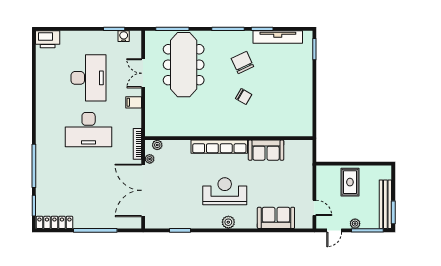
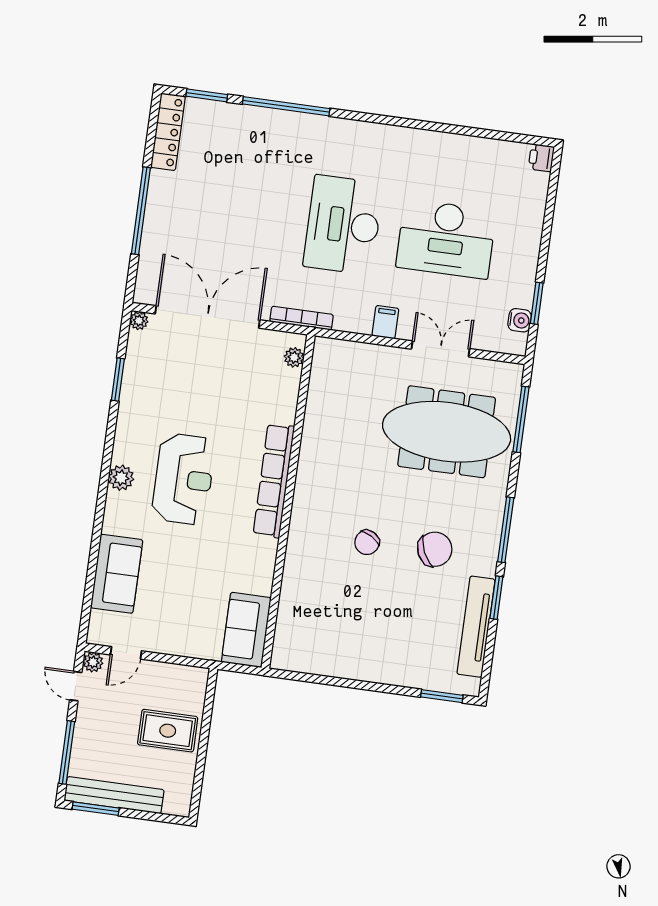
printer: (48, 39) -> (541, 158), width x0.53, depth x0.68
sofa: (266, 150) -> (246, 630), moved
plant: (150, 159) -> (139, 321), moved
plant: (355, 224) -> (93, 662), moved

